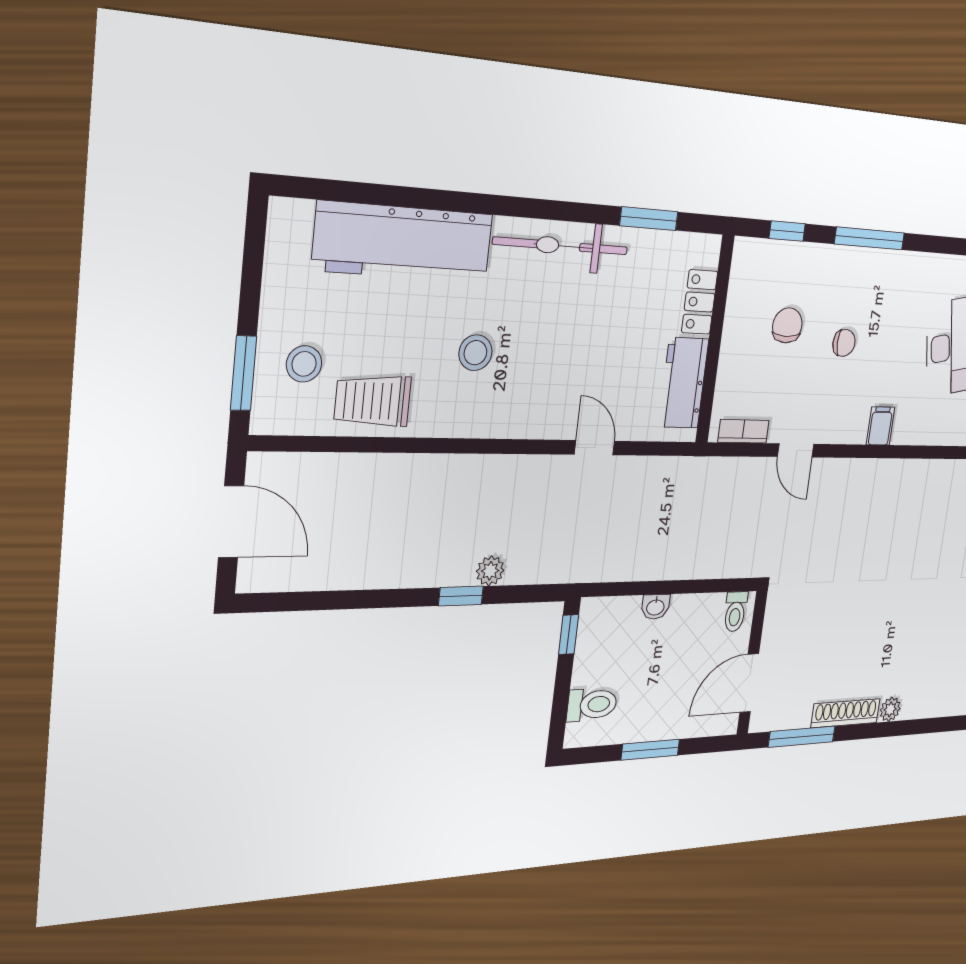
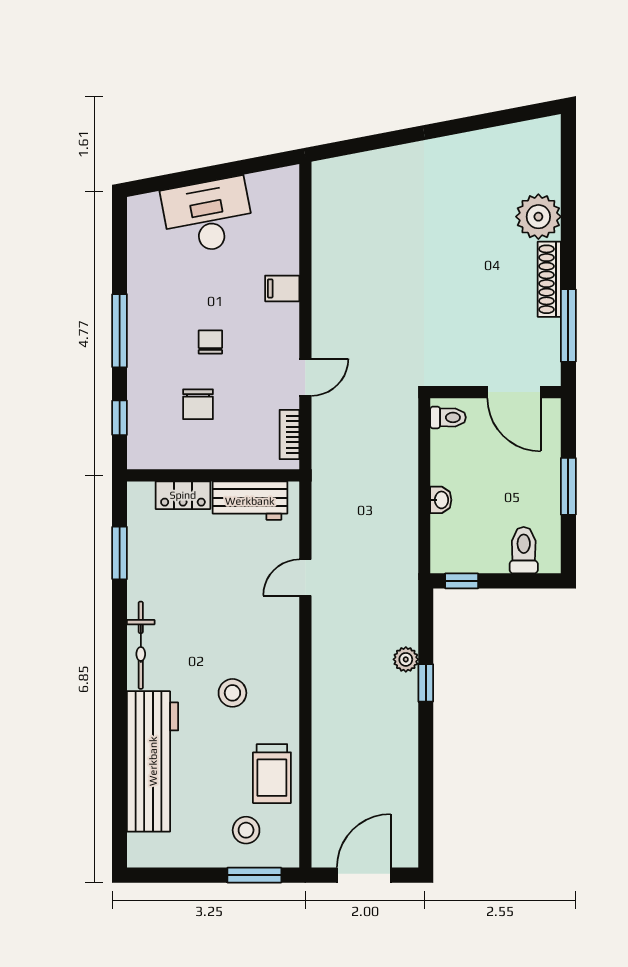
bicycle: (561, 246) -> (141, 645), width x0.73, depth x0.71
chair: (787, 325) -> (198, 404), turned -90
plant: (890, 709) -> (538, 217), width x1.87, depth x1.87

